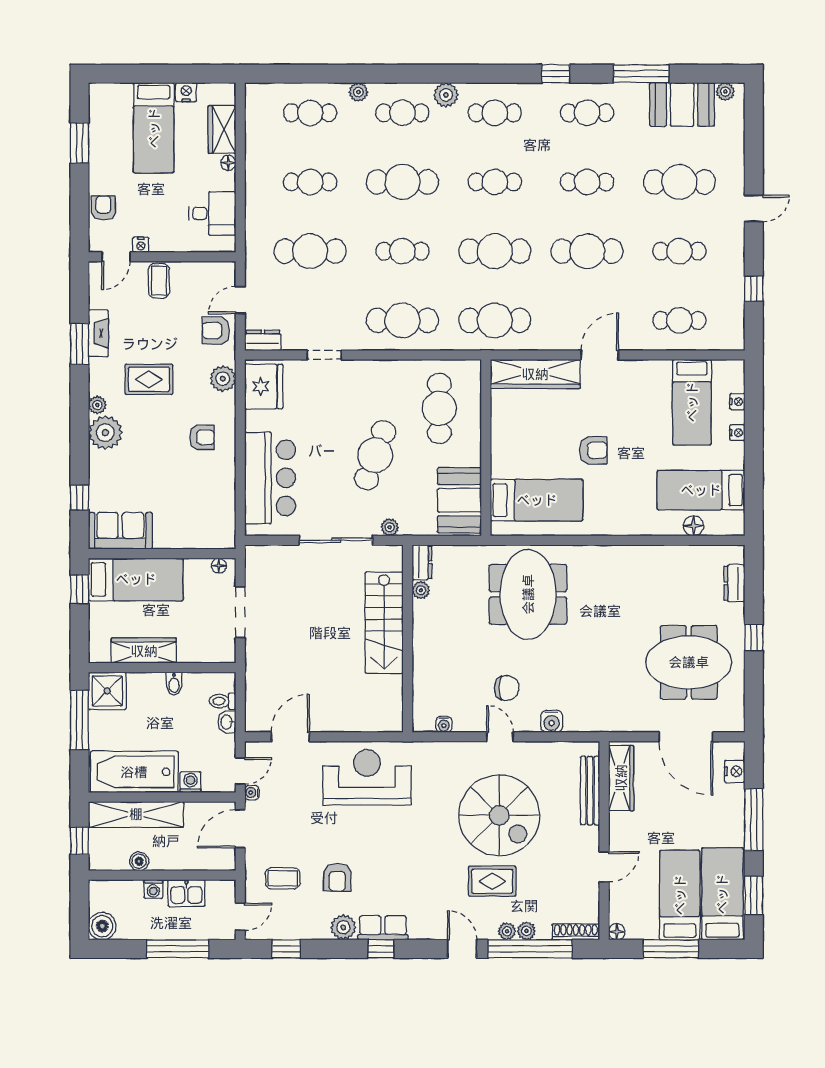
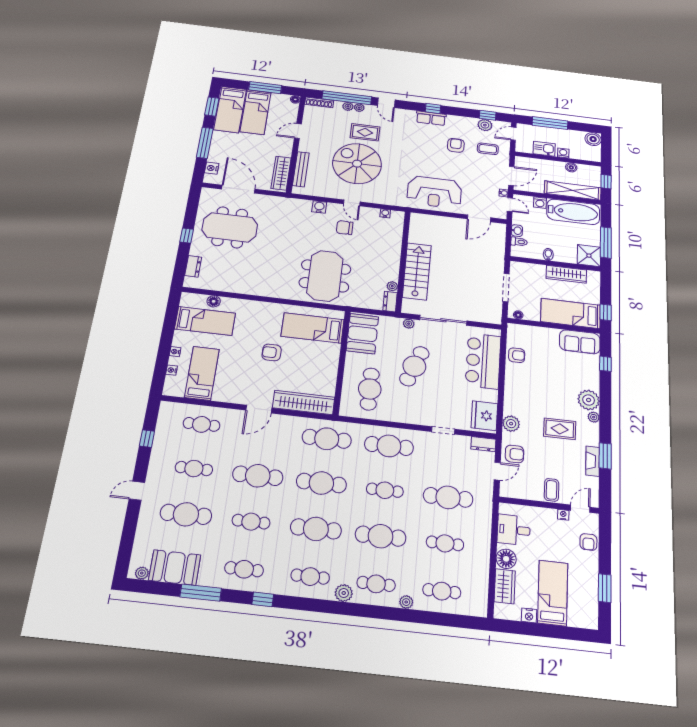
floor lamp: (228, 163) -> (506, 559), width x1.89, depth x1.89
cafe table: (495, 182) -> (316, 529), width x1.37, depth x1.35
armchair: (202, 437) -> (517, 355), moved, turned 180
door: (240, 771) -> (510, 205), swing flipped
plant: (343, 927) -> (485, 125), moved

